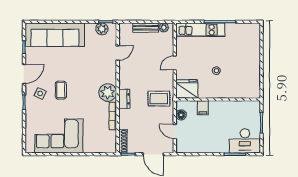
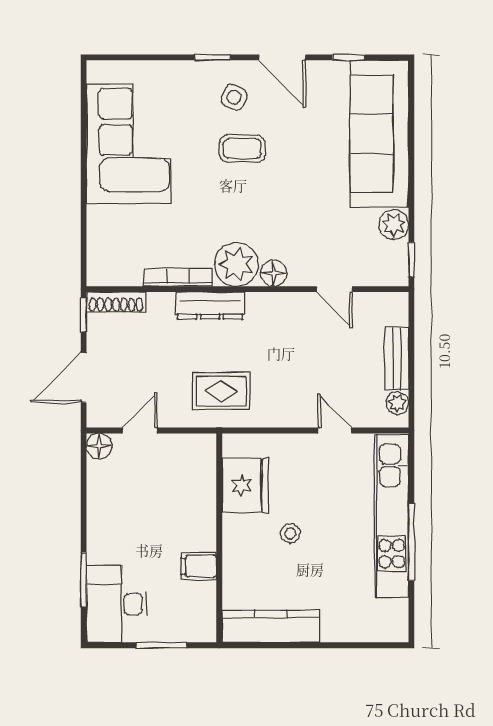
plant: (102, 29) -> (394, 225), moved
kitchen unit: (201, 30) -> (392, 516), width x1.36
door: (175, 63) -> (335, 430), moved
floor lamp: (111, 77) -> (274, 273), added
kitchen counter: (254, 79) -> (271, 626), added
fridge: (187, 89) -> (245, 485), moved
dresser: (124, 99) -> (210, 306), width x1.44
rug: (159, 99) -> (221, 391), turned 90
filing cabinet: (203, 108) -> (199, 566), moved
floor lamp: (181, 115) -> (99, 446), moved

